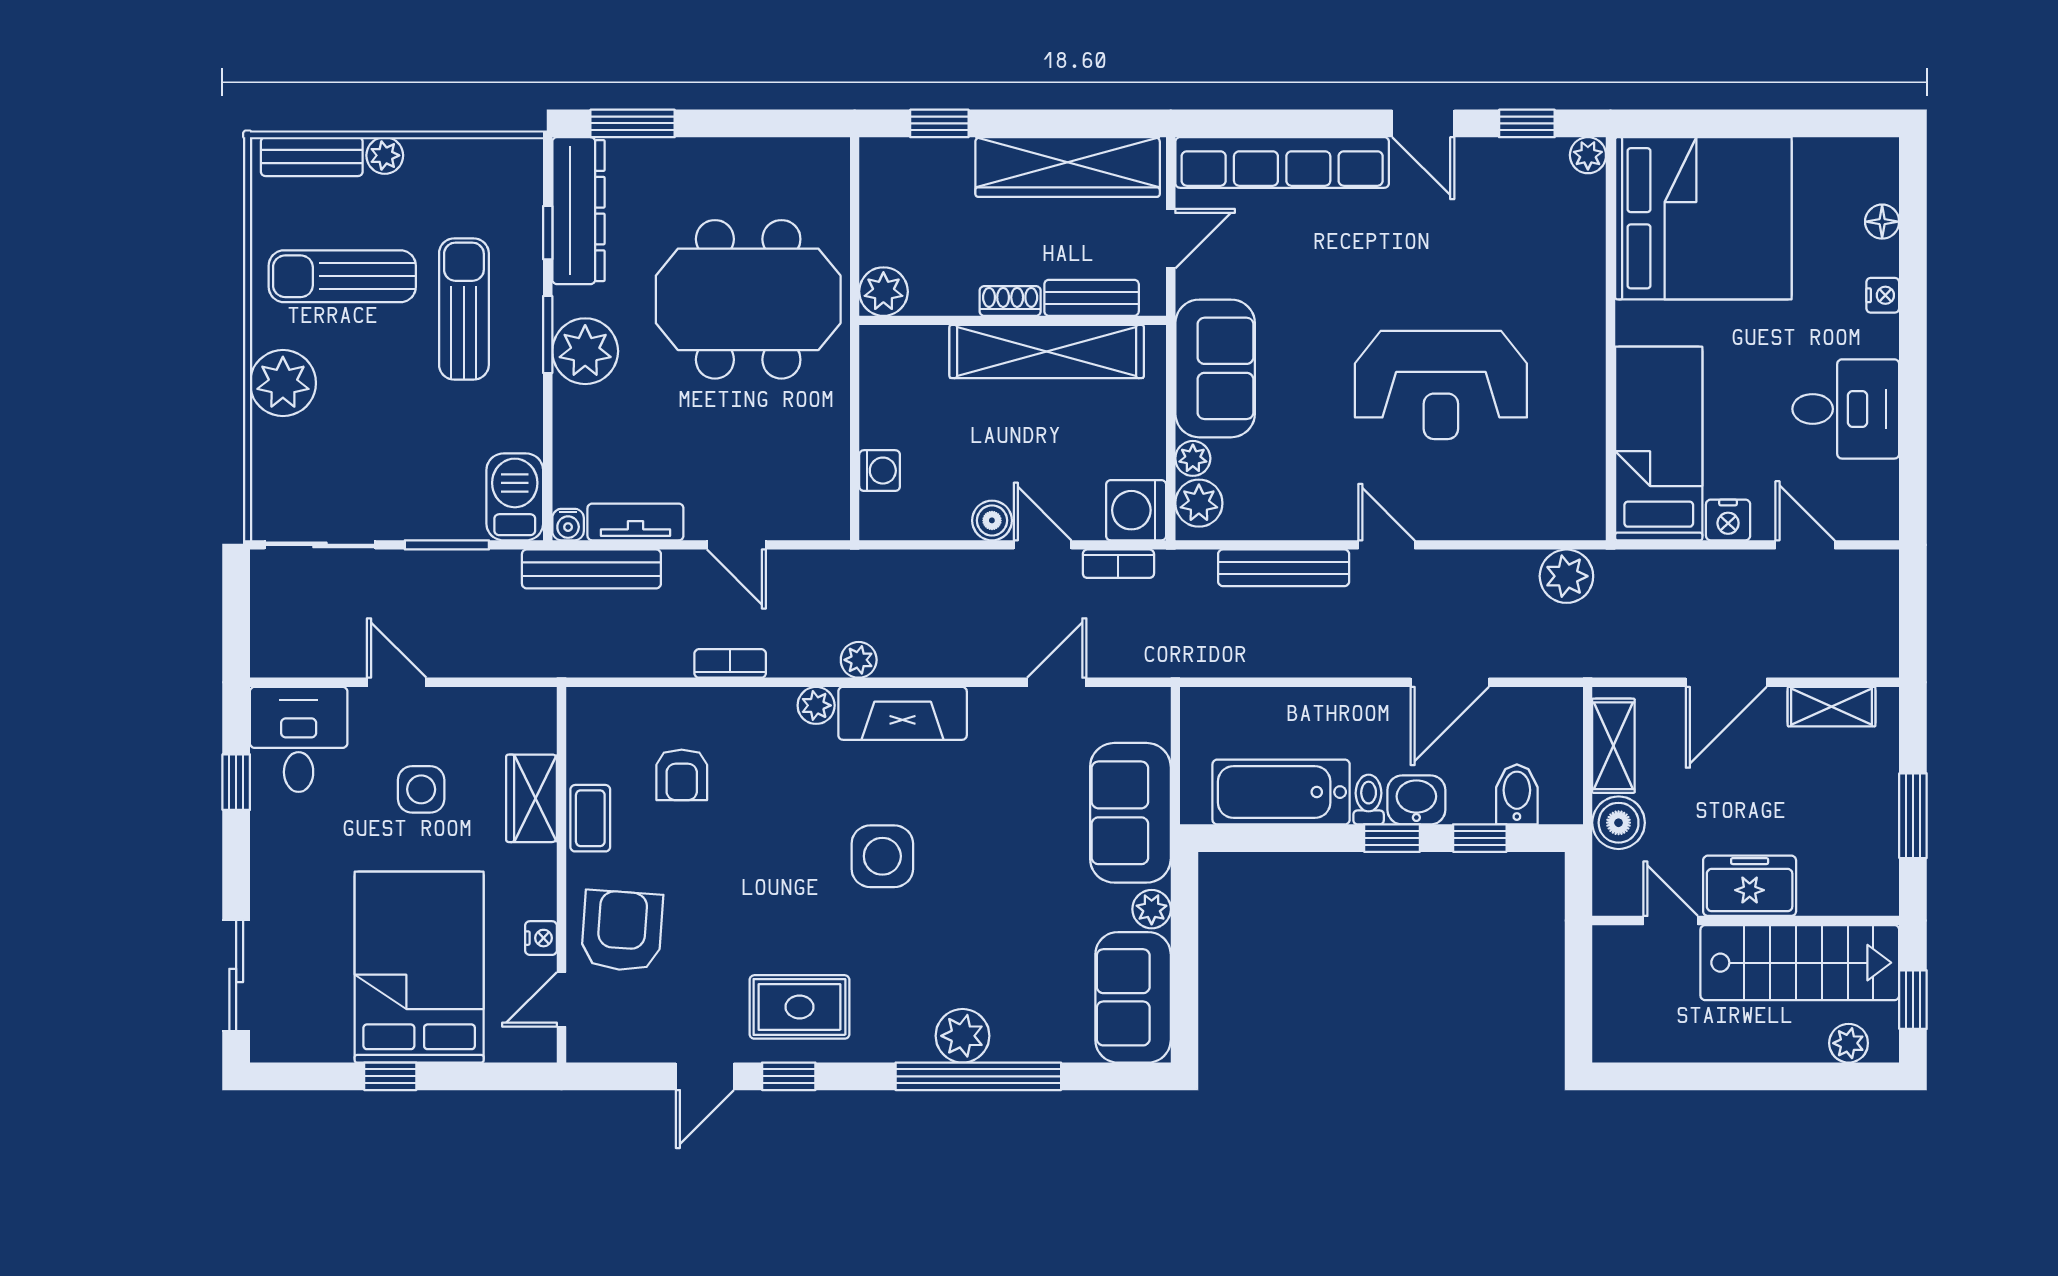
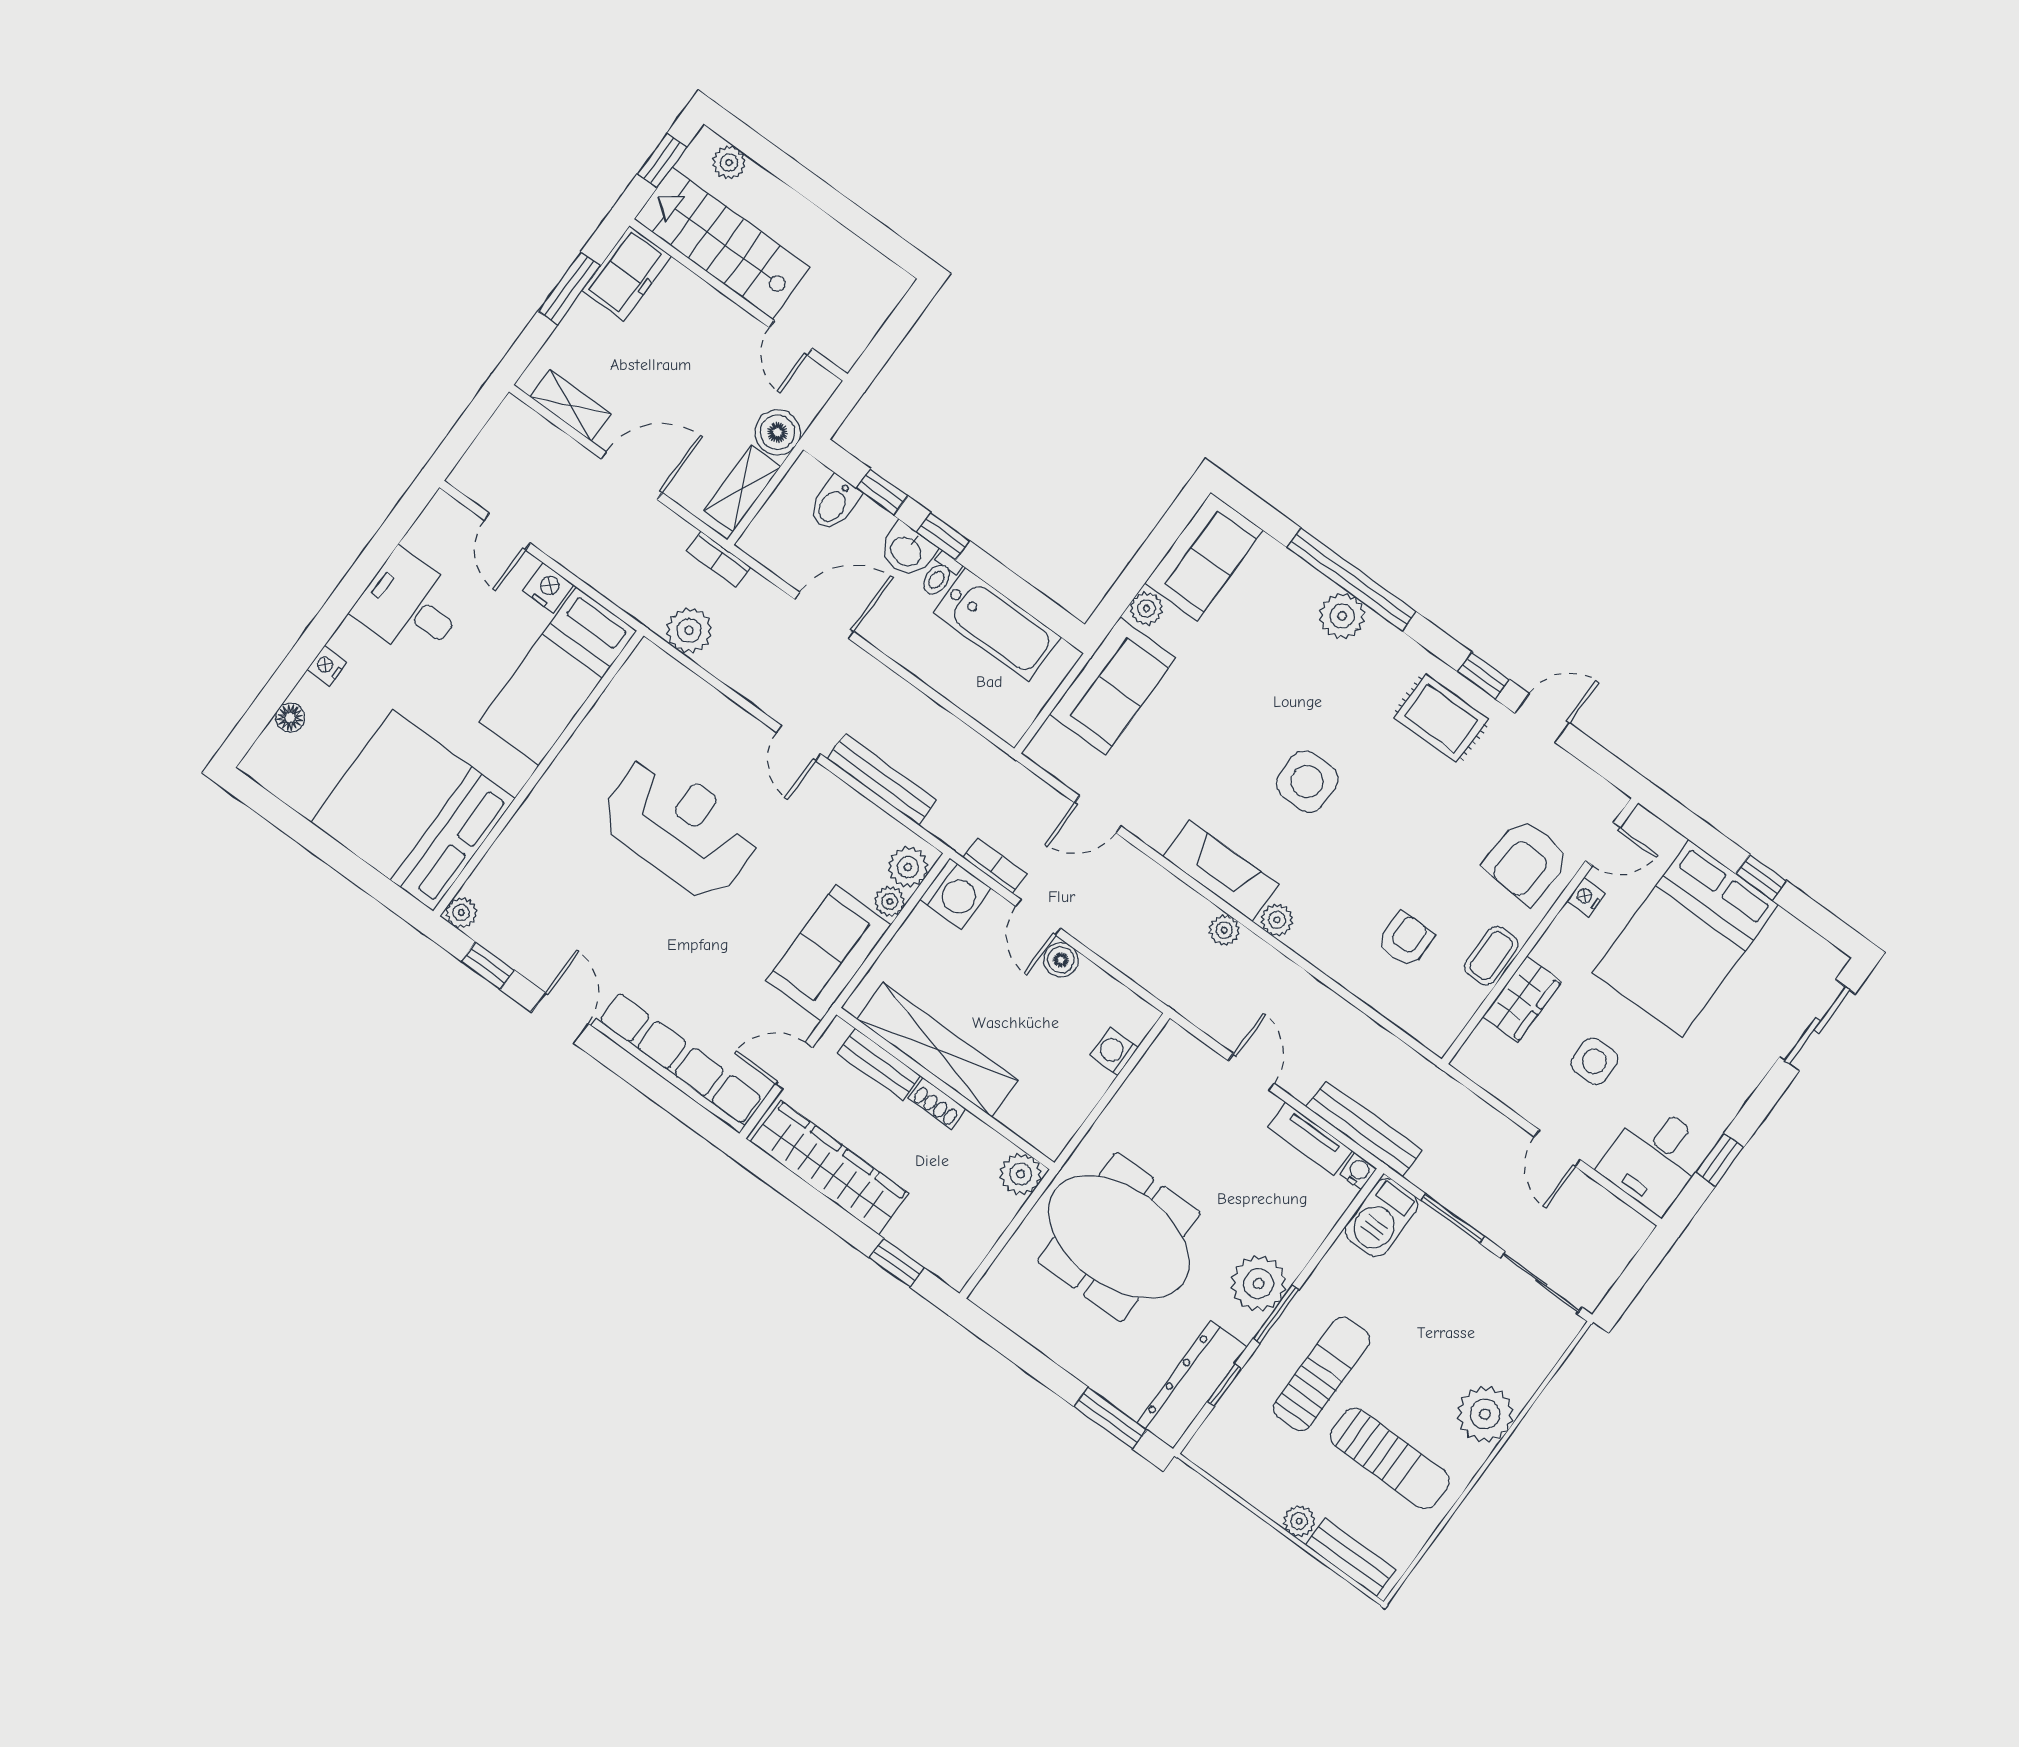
sun lounger: (464, 309) -> (1322, 1374), turned 180
bookcase: (730, 663) -> (719, 559), moved
freezer: (1750, 886) -> (627, 273), moved, turned -90

